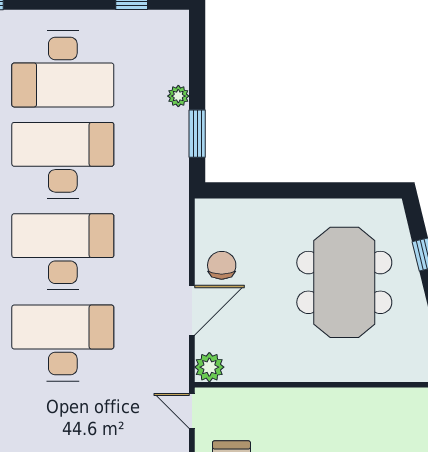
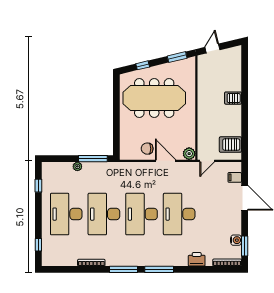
desk: (63, 69) -> (66, 214), turned 180
window: (197, 134) -> (93, 159), width x1.44
meeting table: (344, 282) -> (154, 98), width x1.36

